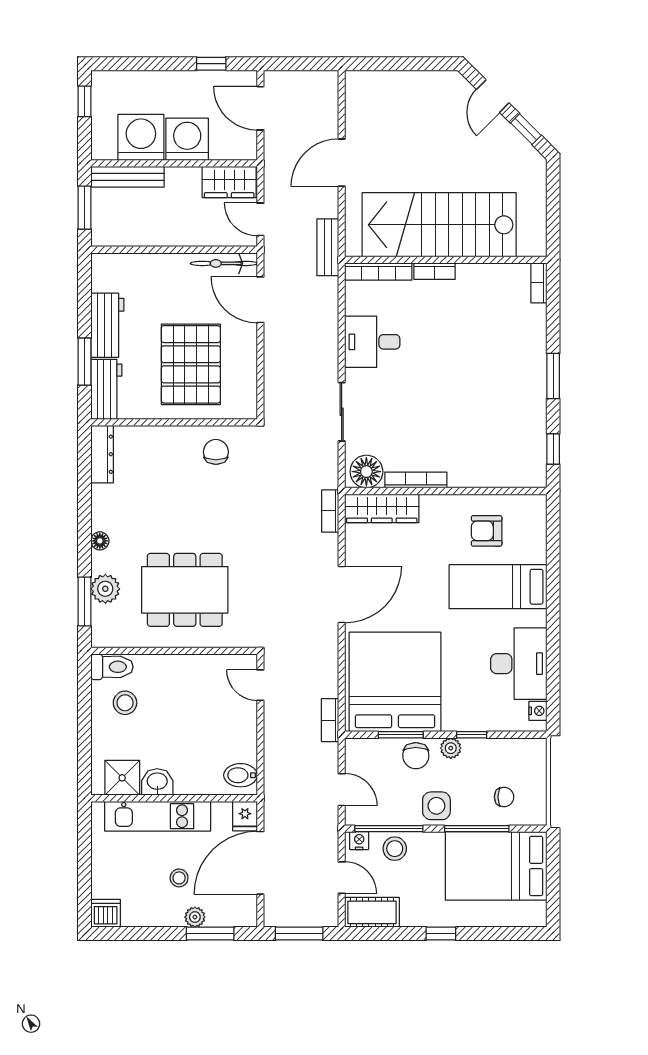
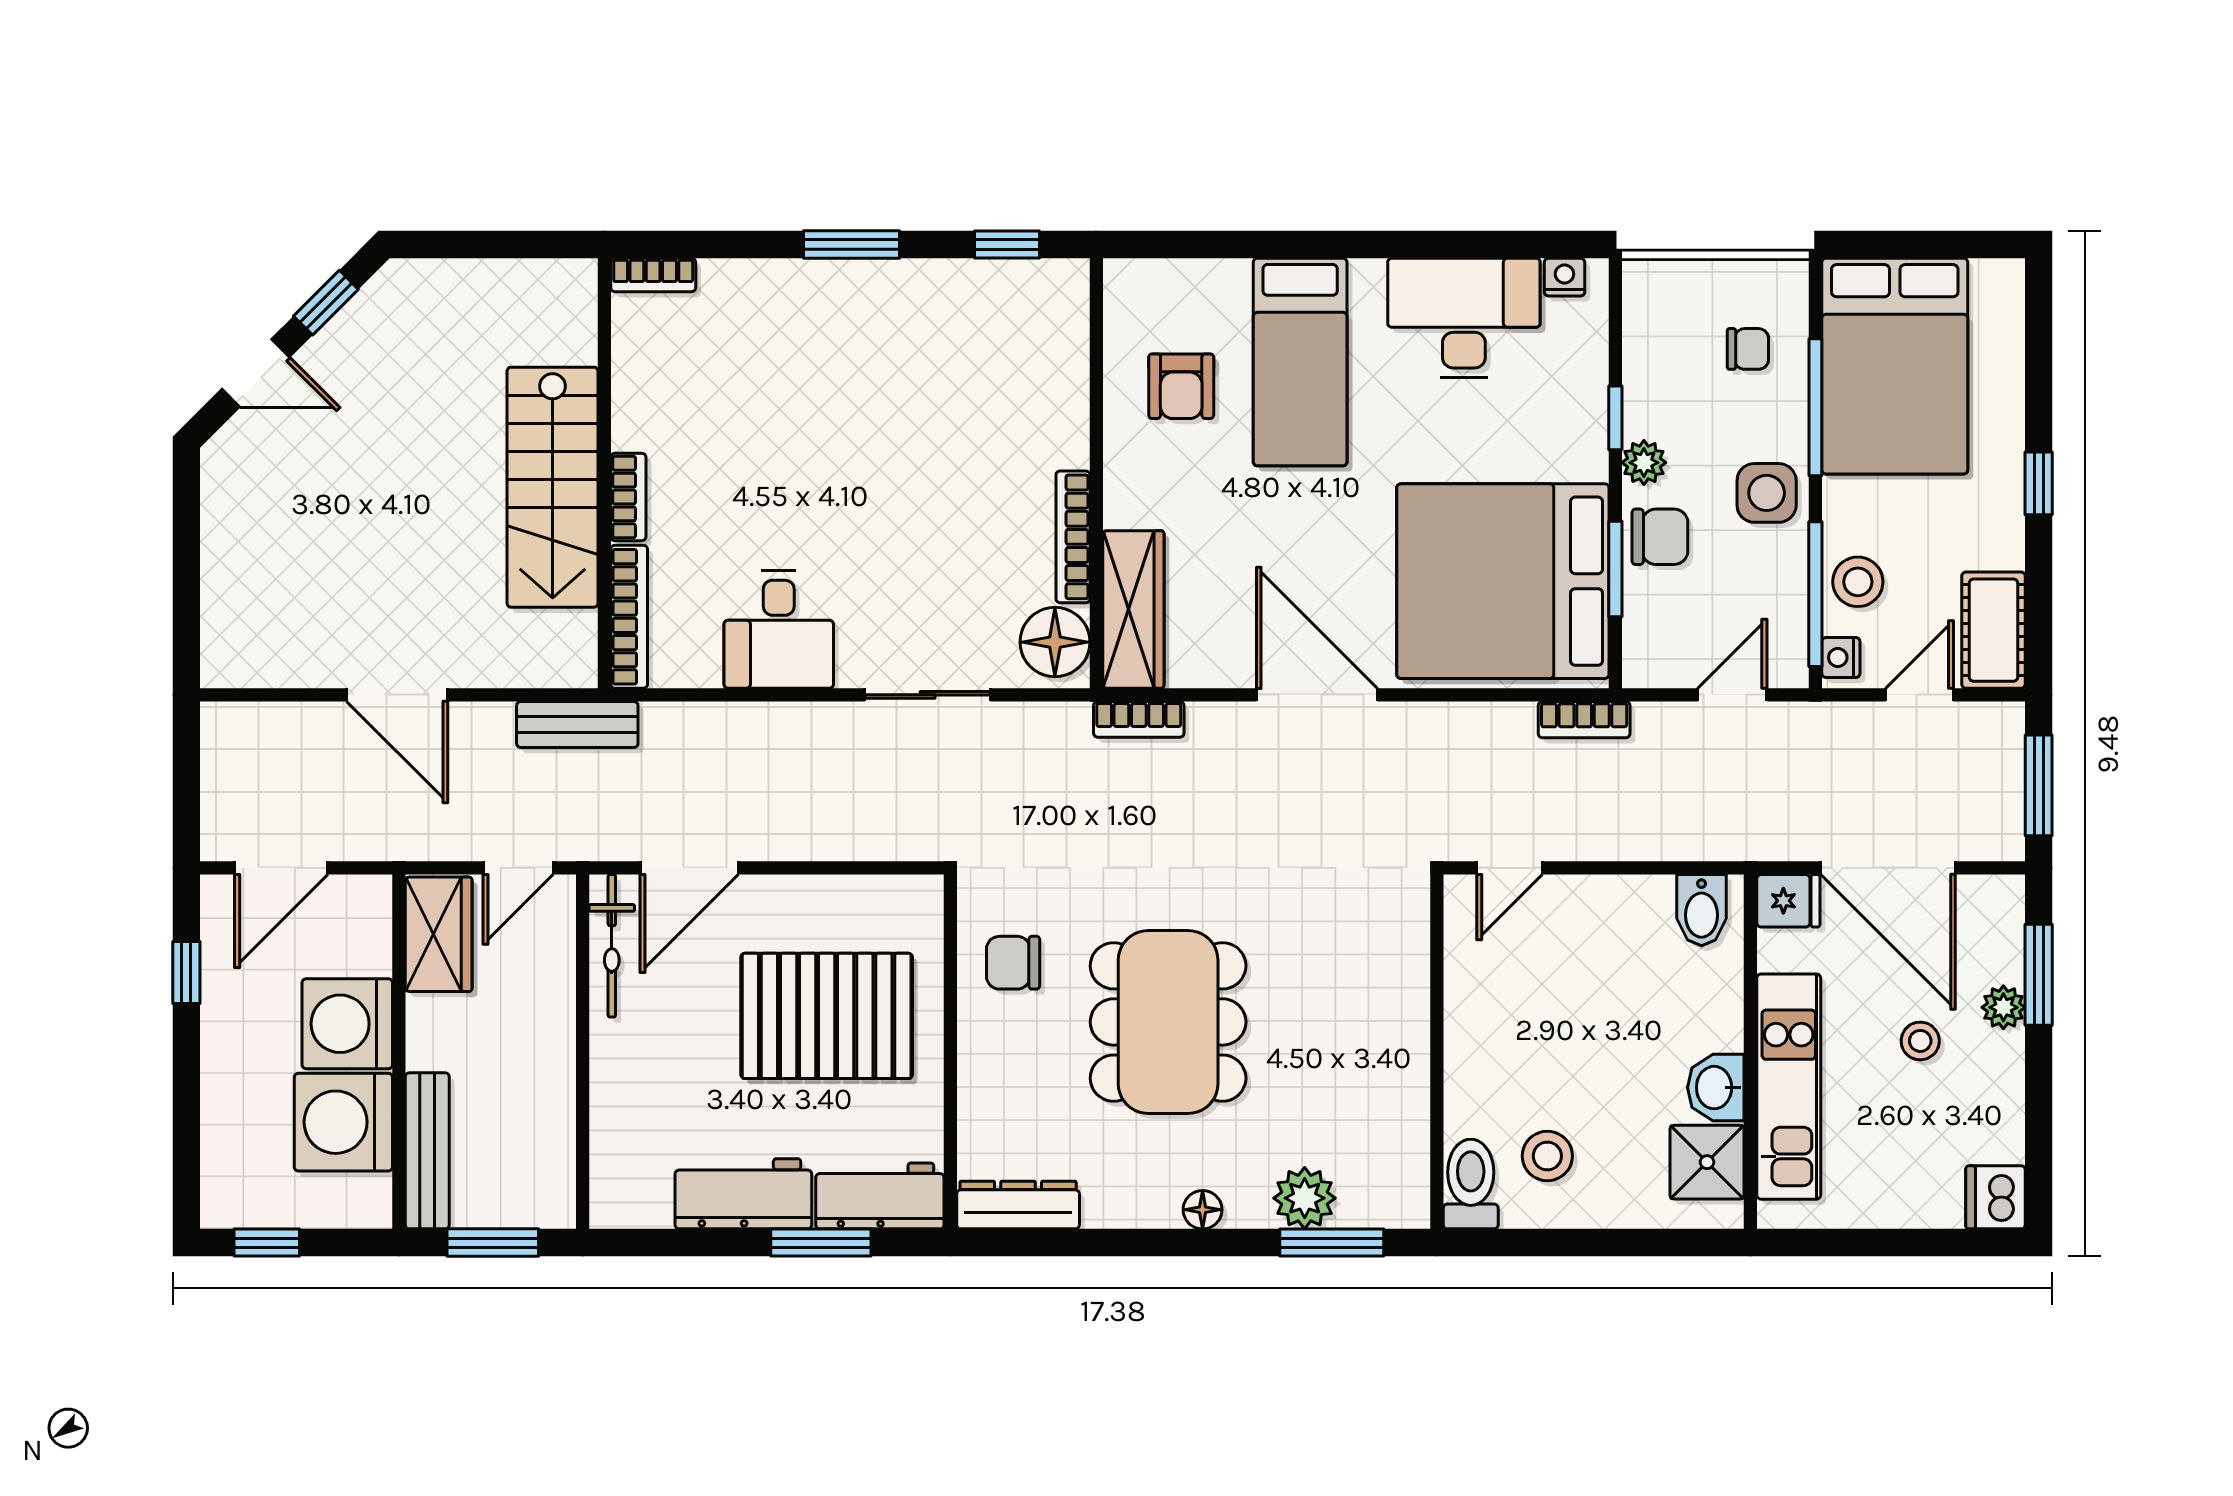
stairs: (439, 225) -> (553, 487), width x0.73, depth x0.66
dining table: (185, 590) -> (1168, 1022), moved
chair: (504, 797) -> (1748, 349), turned 90

